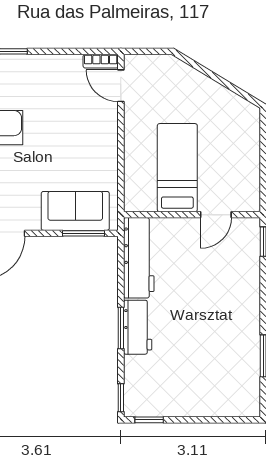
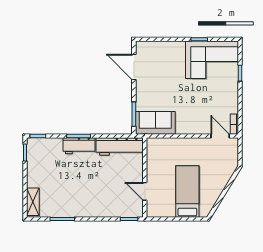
door: (121, 86) -> (220, 136), hinge flipped
bed: (177, 168) -> (187, 192), moved, turned -90
sofa: (75, 211) -> (155, 123), moved, turned -90
shelving: (234, 406) -> (33, 202), added

